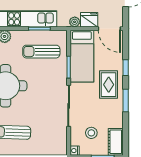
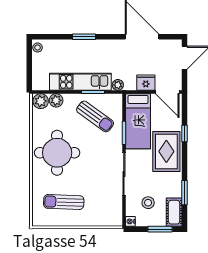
plant: (75, 22) -> (118, 85), moved
sun lounger: (41, 52) -> (95, 116), turned -144
rug: (109, 85) -> (166, 151), width x1.36, depth x1.43
window: (126, 100) -> (184, 193), moved

